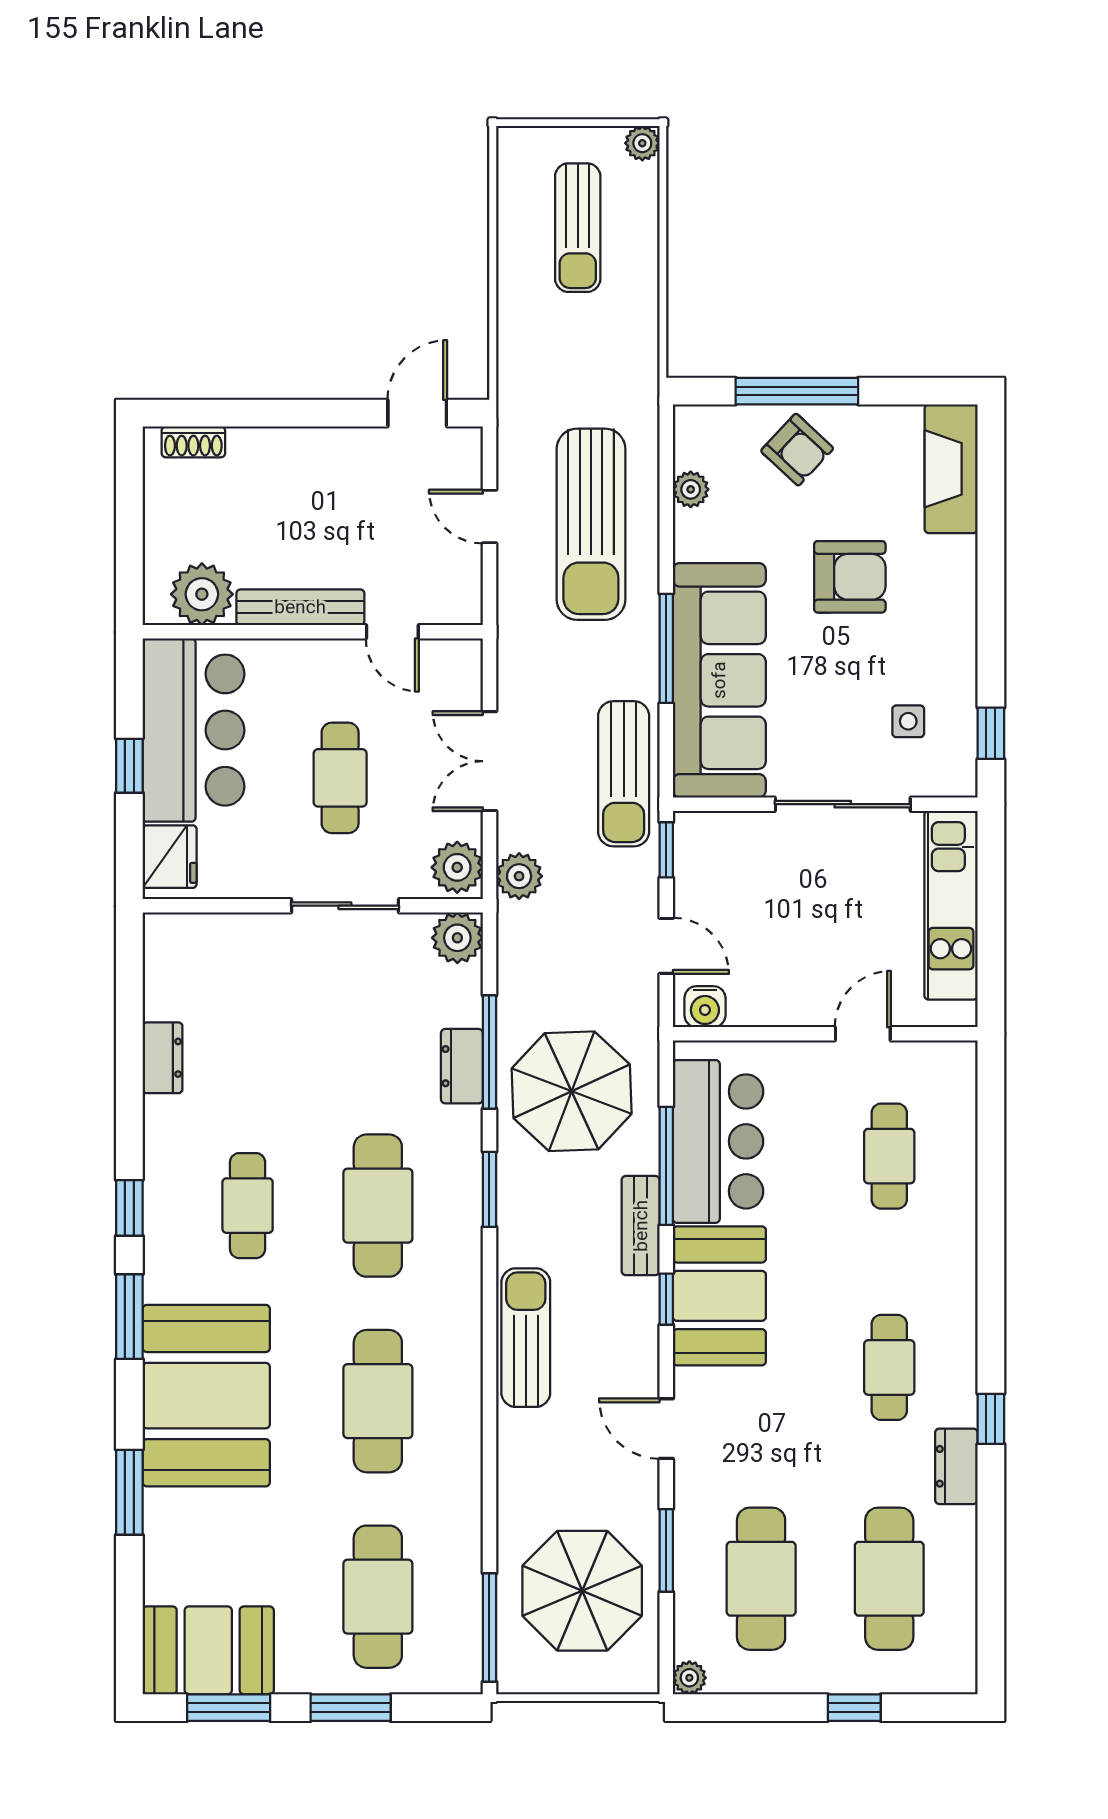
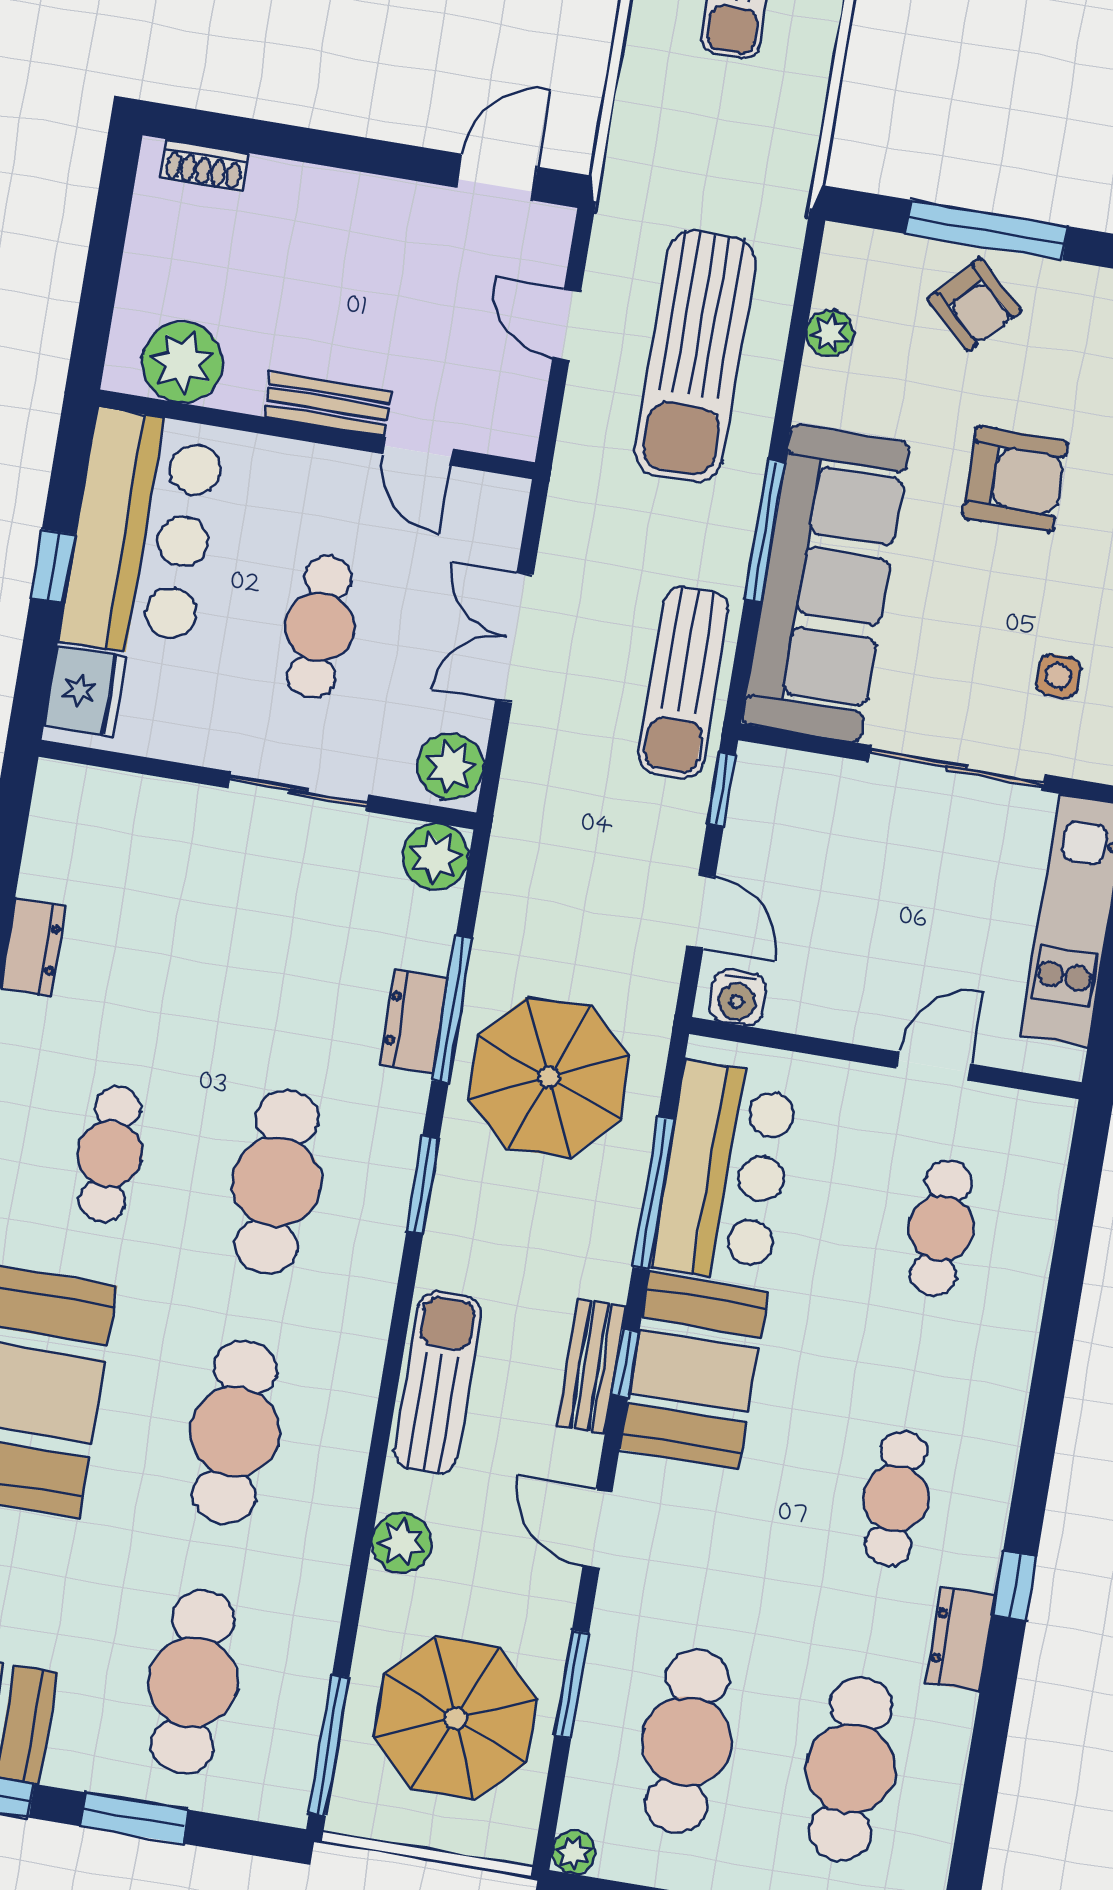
bench: (300, 607) -> (327, 404), width x0.73
plant: (519, 876) -> (402, 1543), moved
bench: (641, 1226) -> (591, 1366), moved

